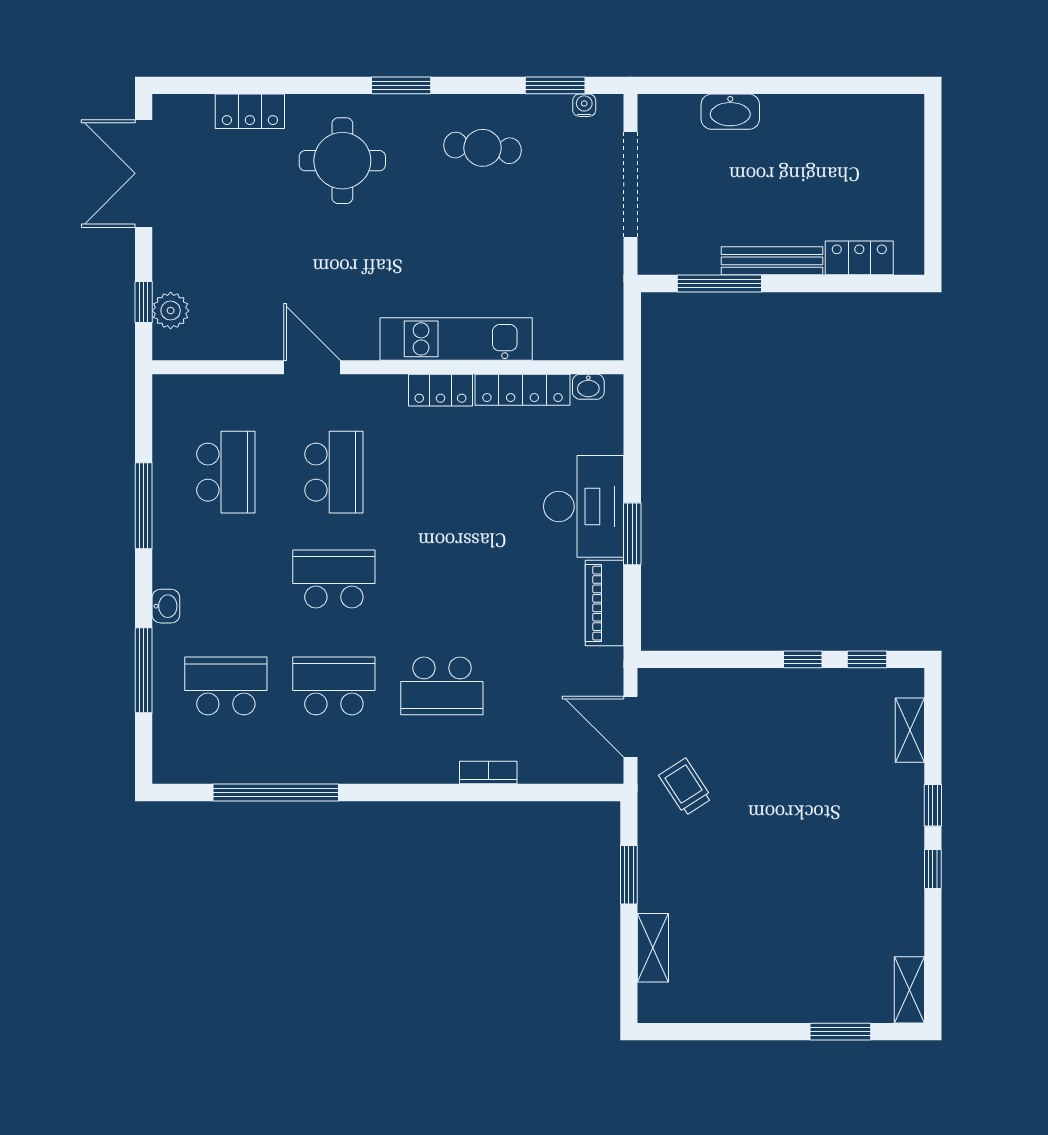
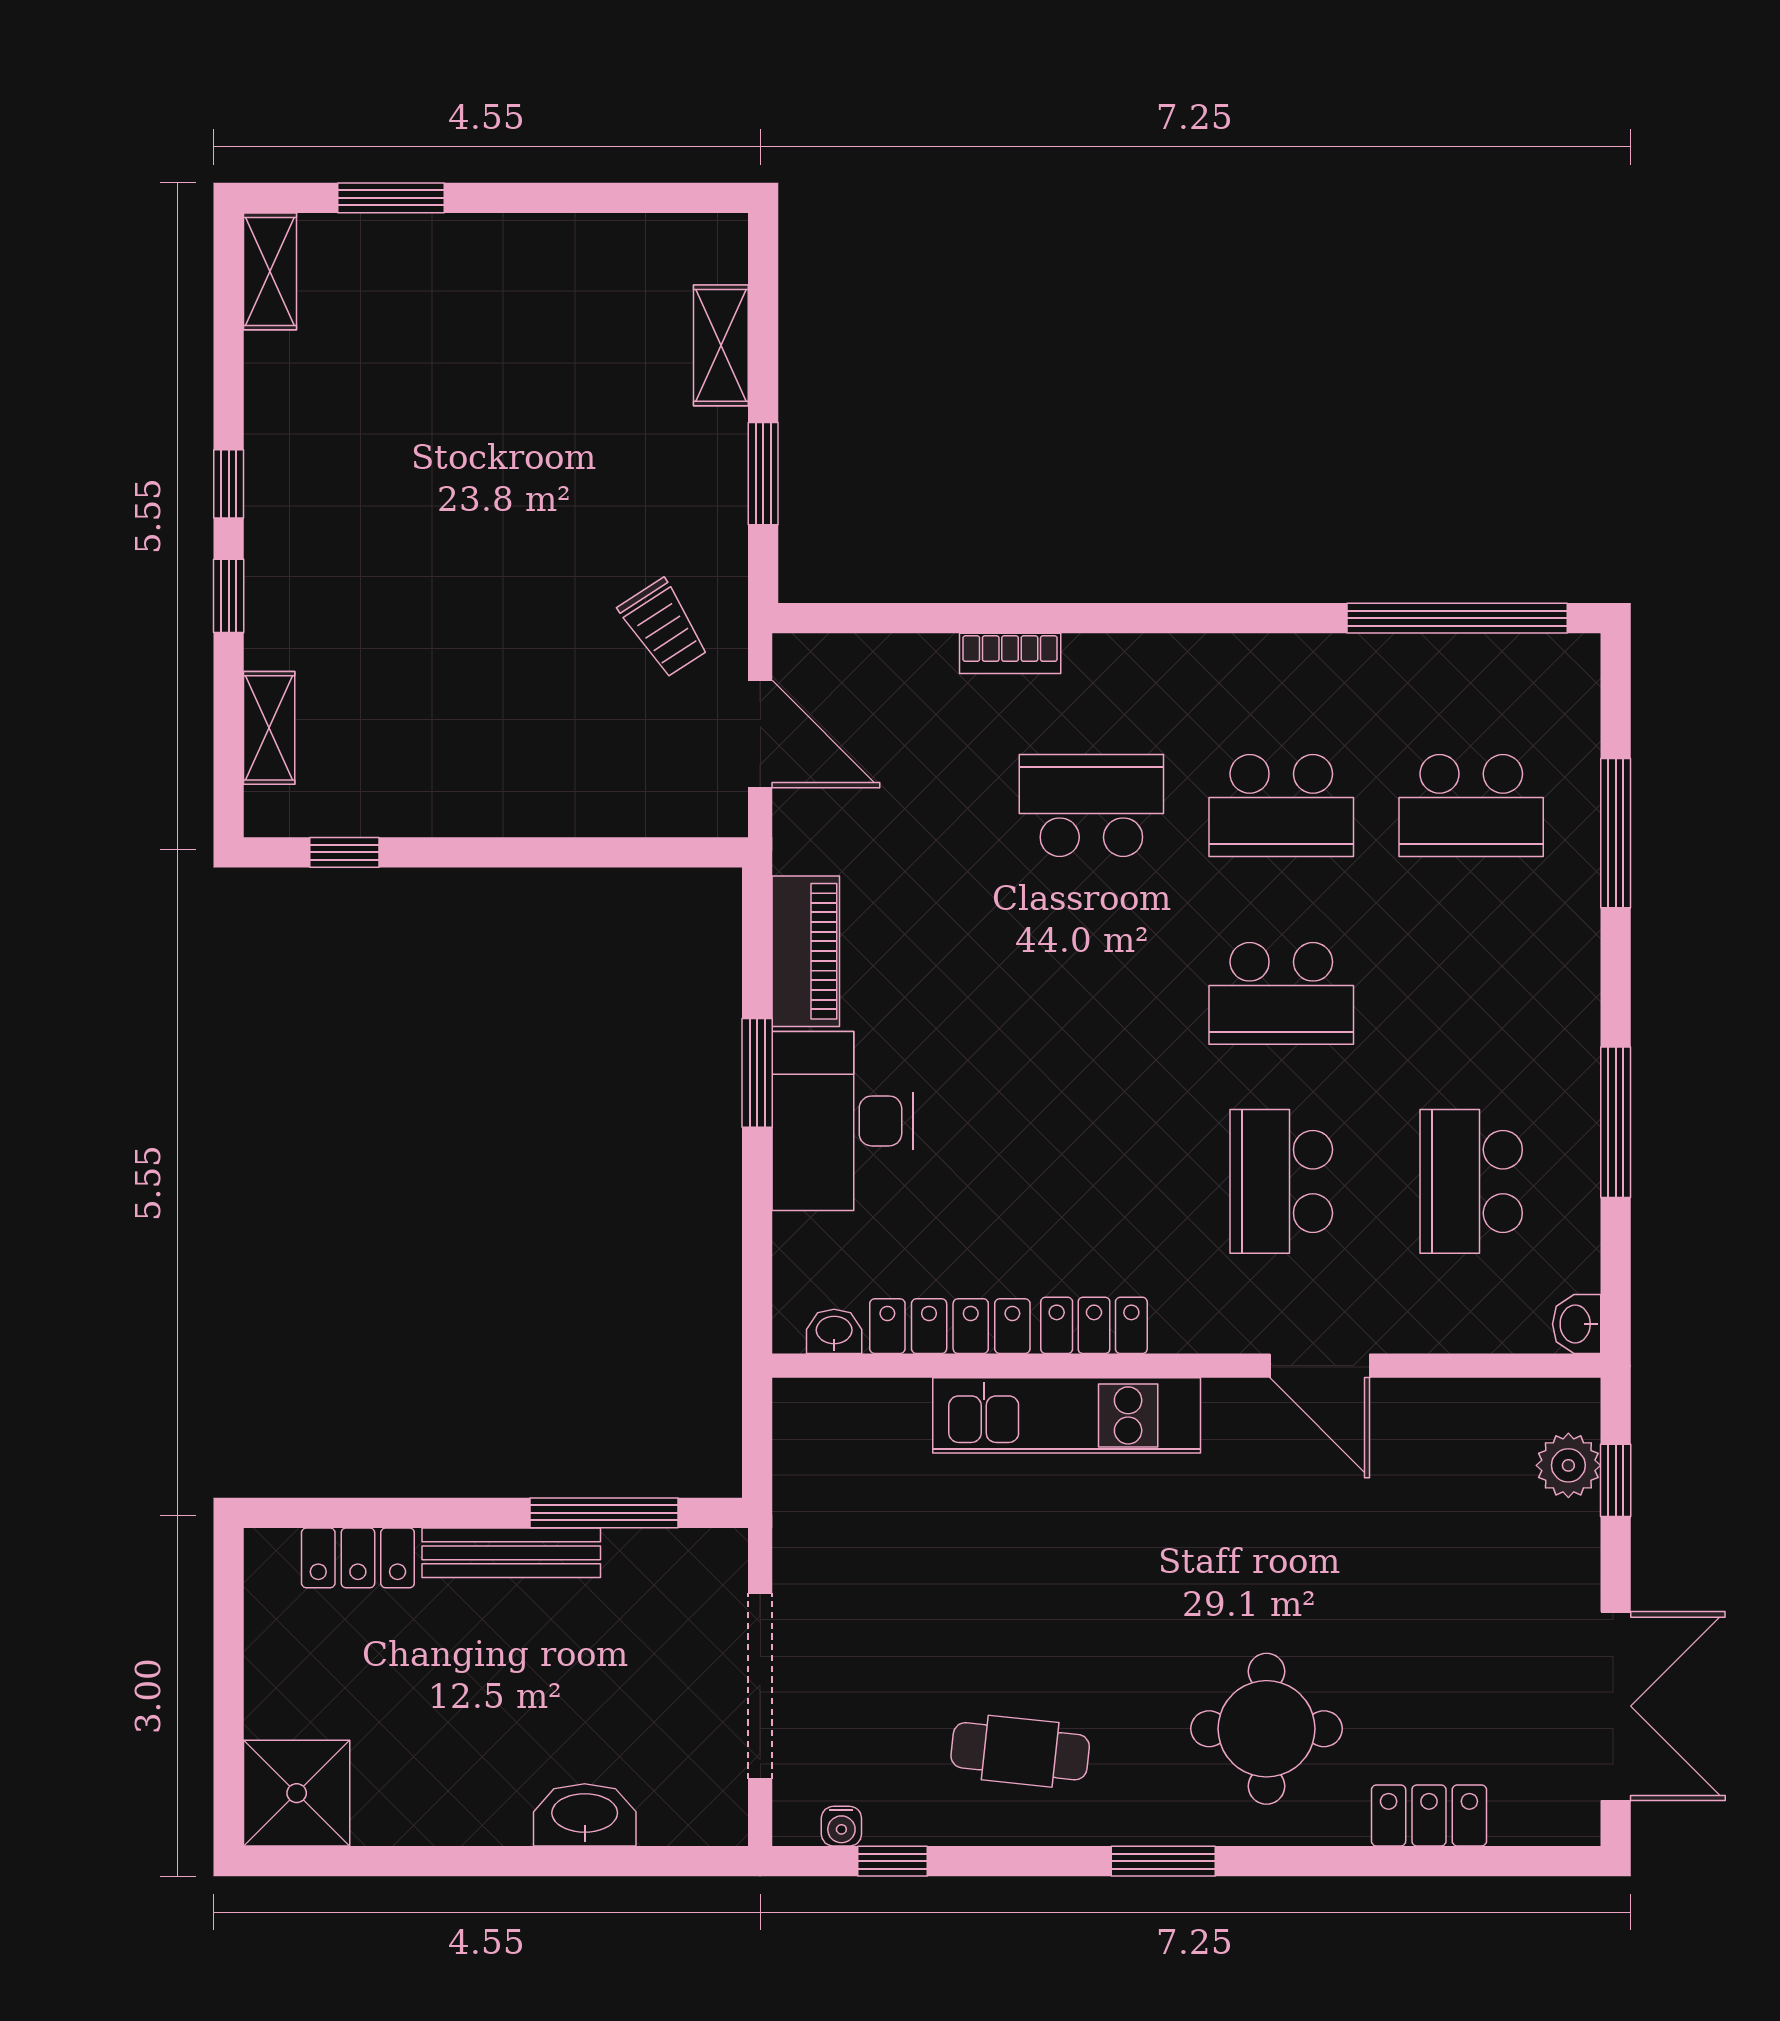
window: (555, 85) -> (892, 1861), width x0.67
shower: (894, 124) -> (297, 1793), added
washbasin: (166, 606) -> (1577, 1324), moved
window: (803, 659) -> (457, 852), removed
window: (276, 793) -> (1457, 618), moved

